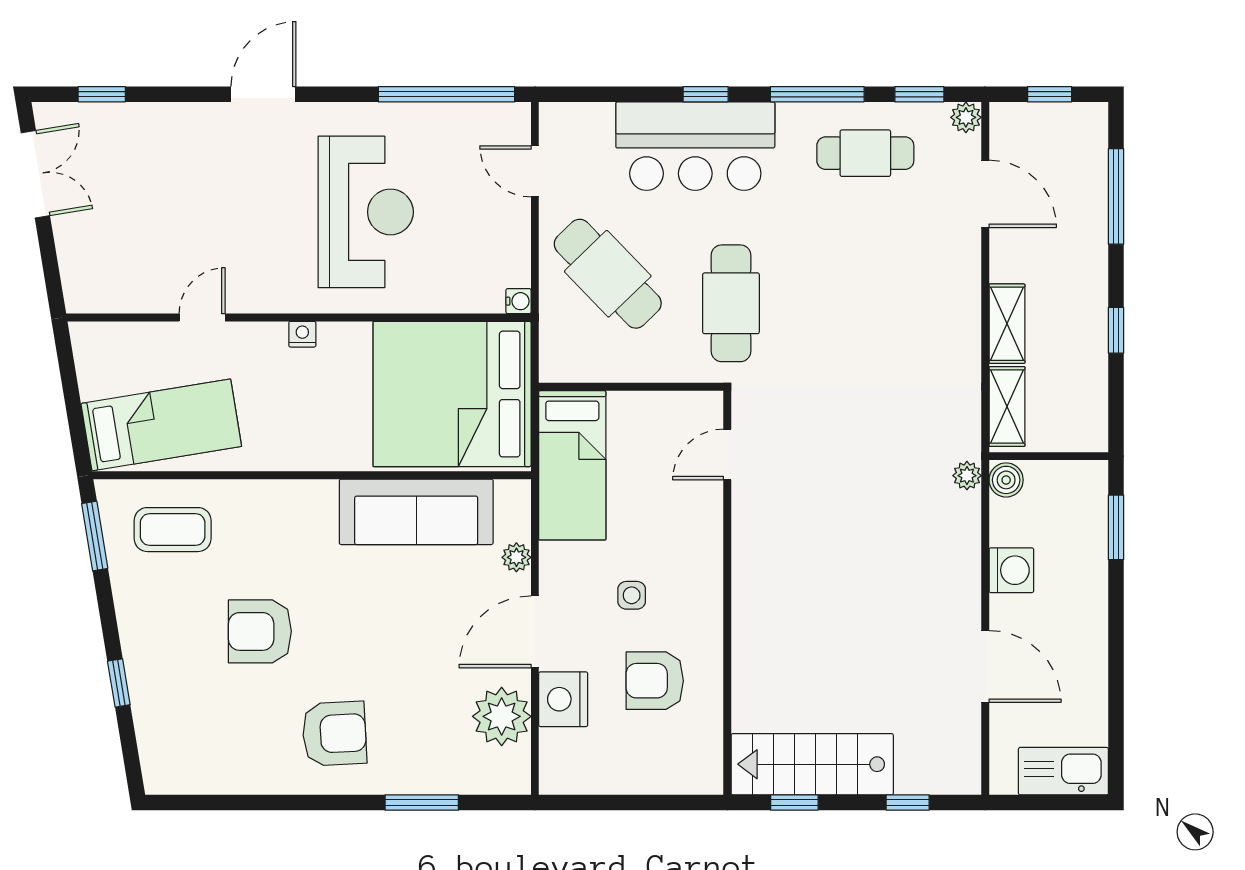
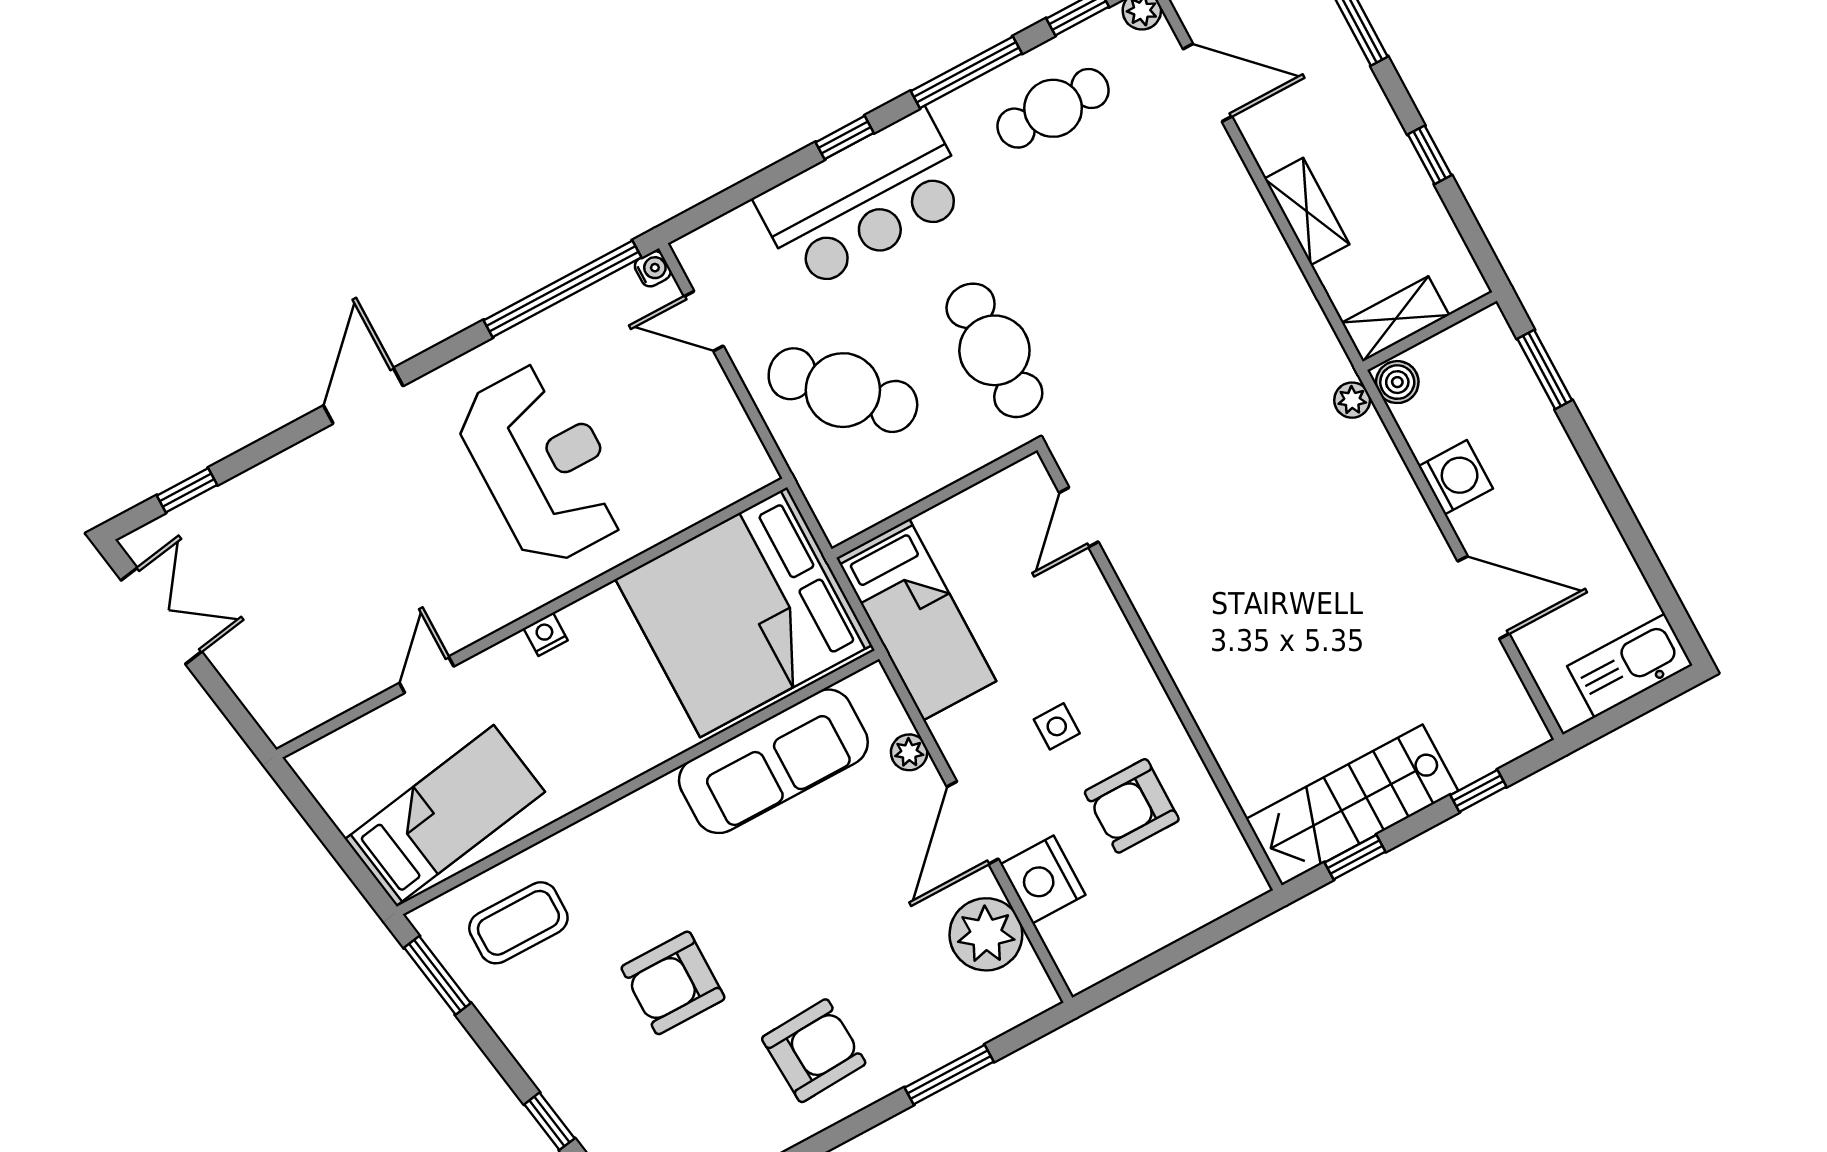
water cooler: (518, 301) -> (653, 269), moved
shelving: (1007, 406) -> (1395, 319), moved, turned 90

